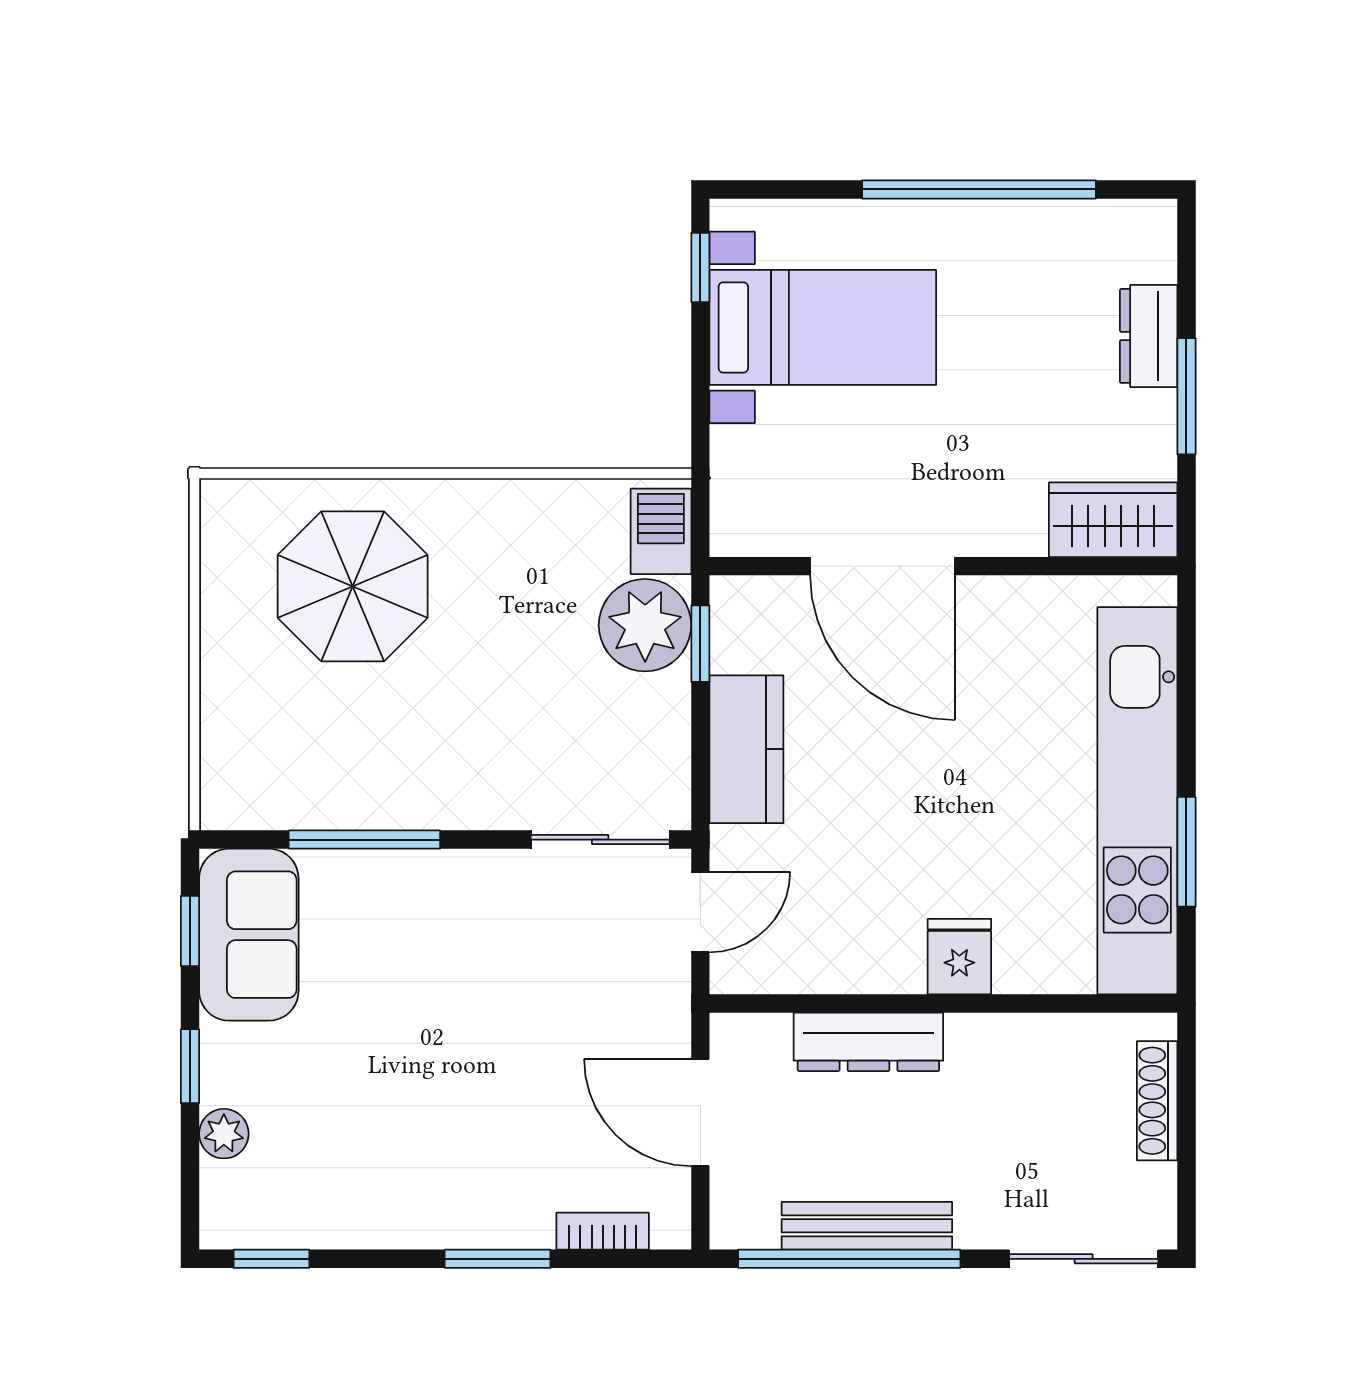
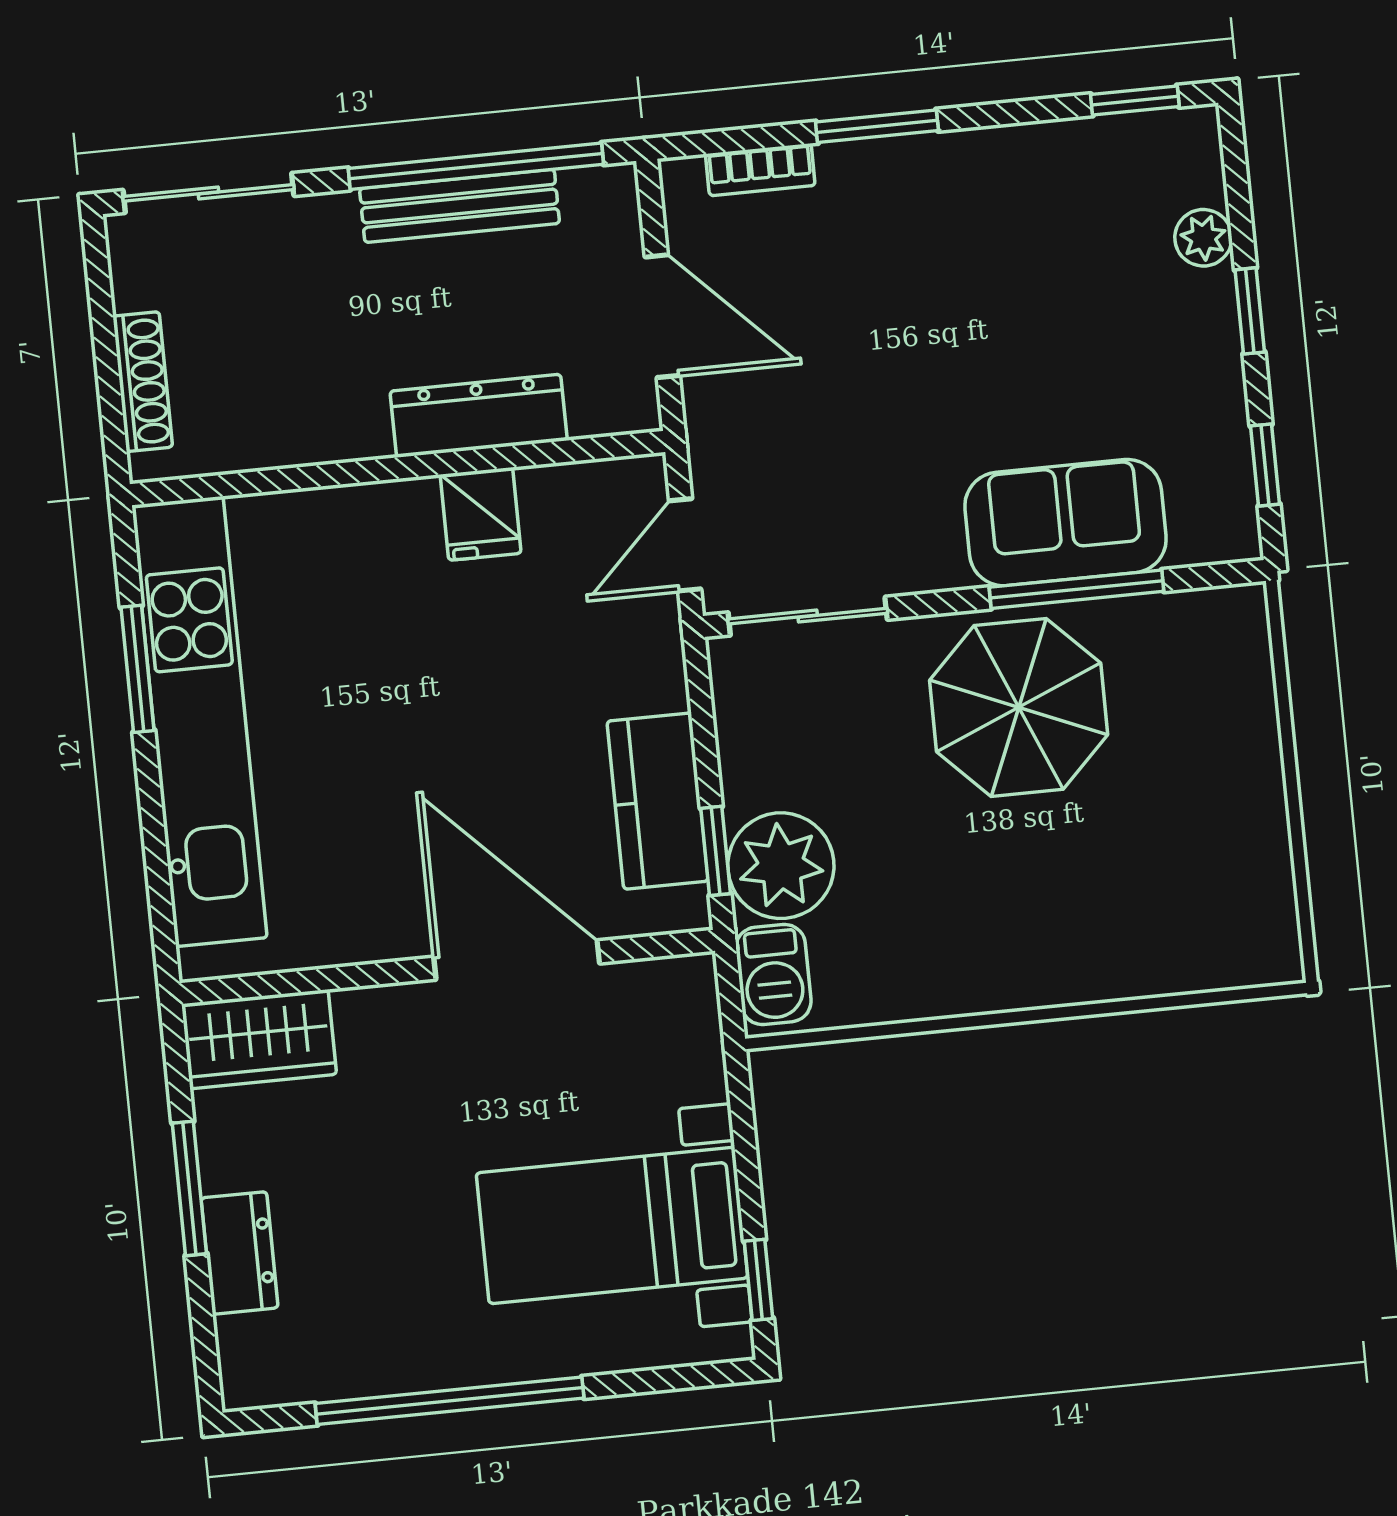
parasol: (353, 586) -> (1019, 707), moved
kitchen counter: (746, 749) -> (658, 801), moved
sofa: (249, 935) -> (1065, 523), moved, turned 90
fridge: (959, 957) -> (481, 514), moved

